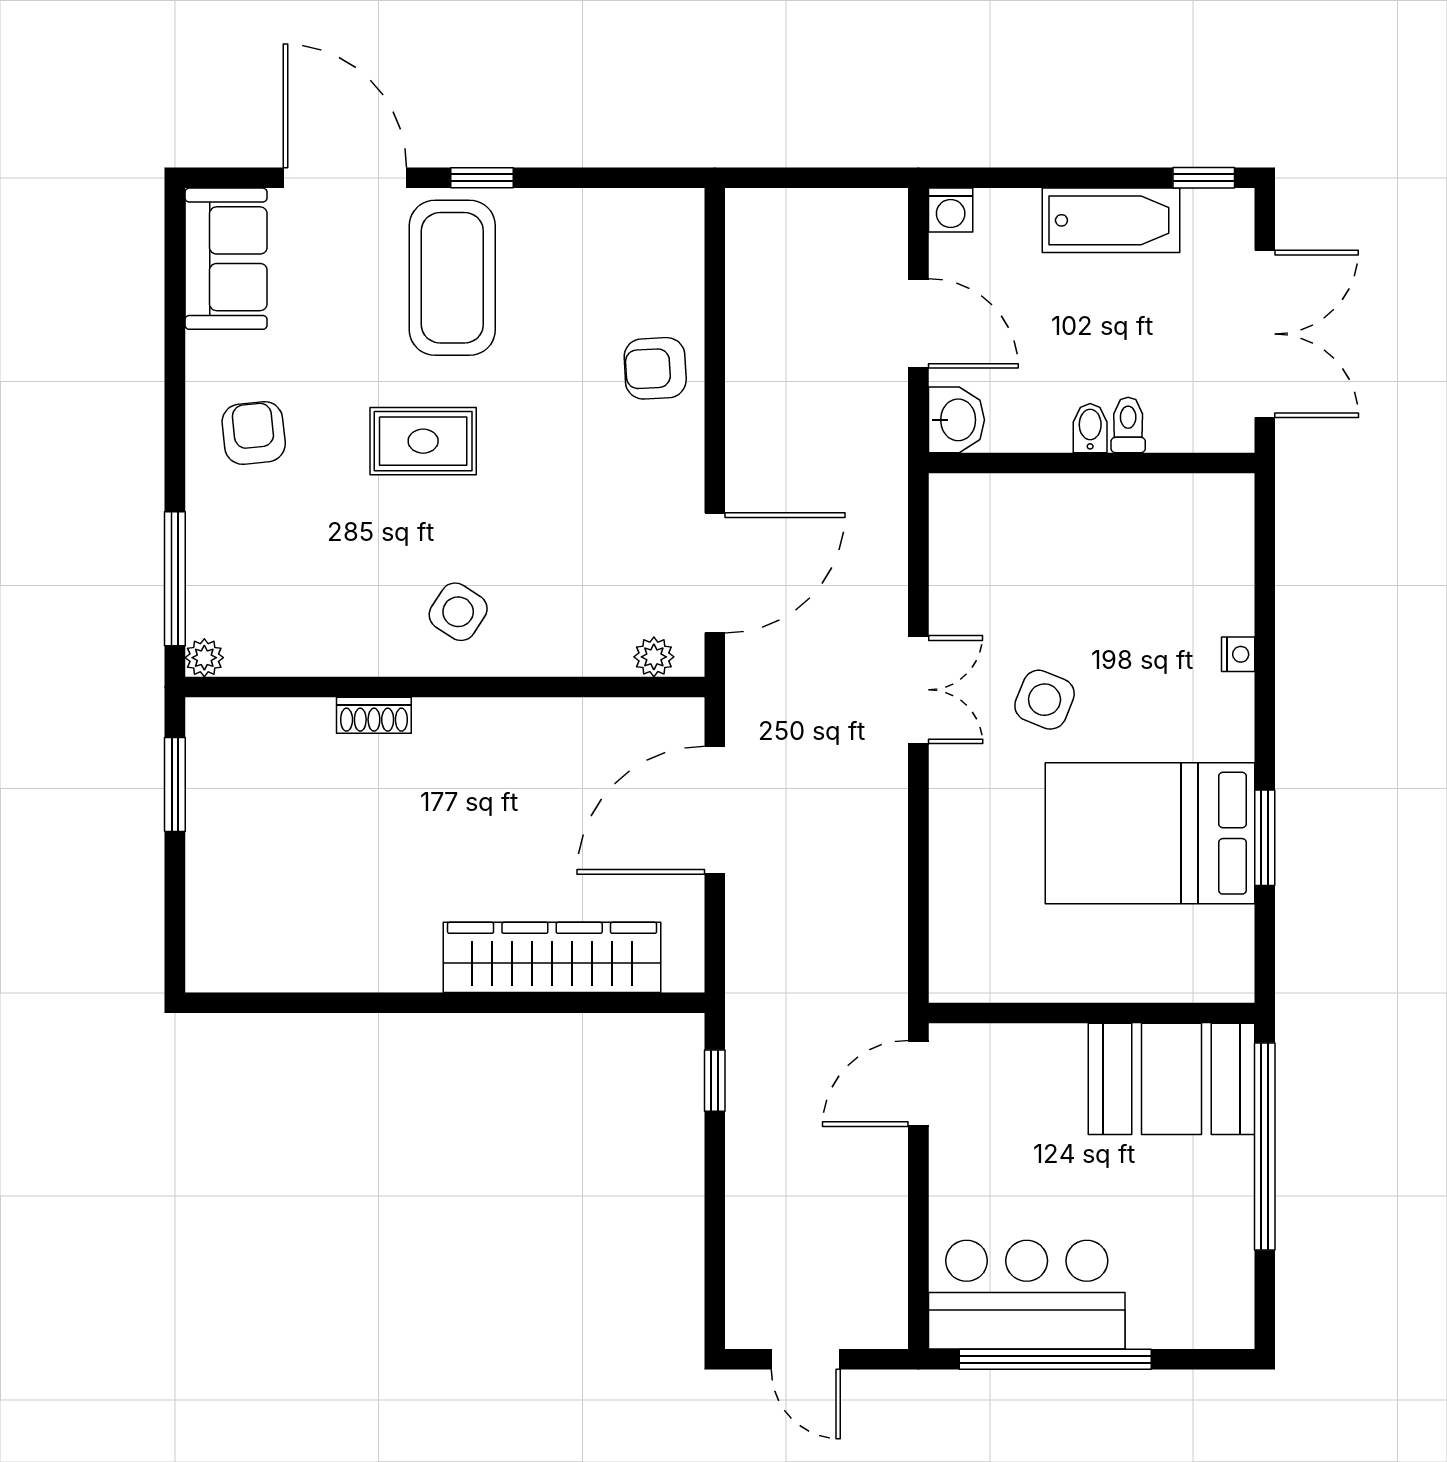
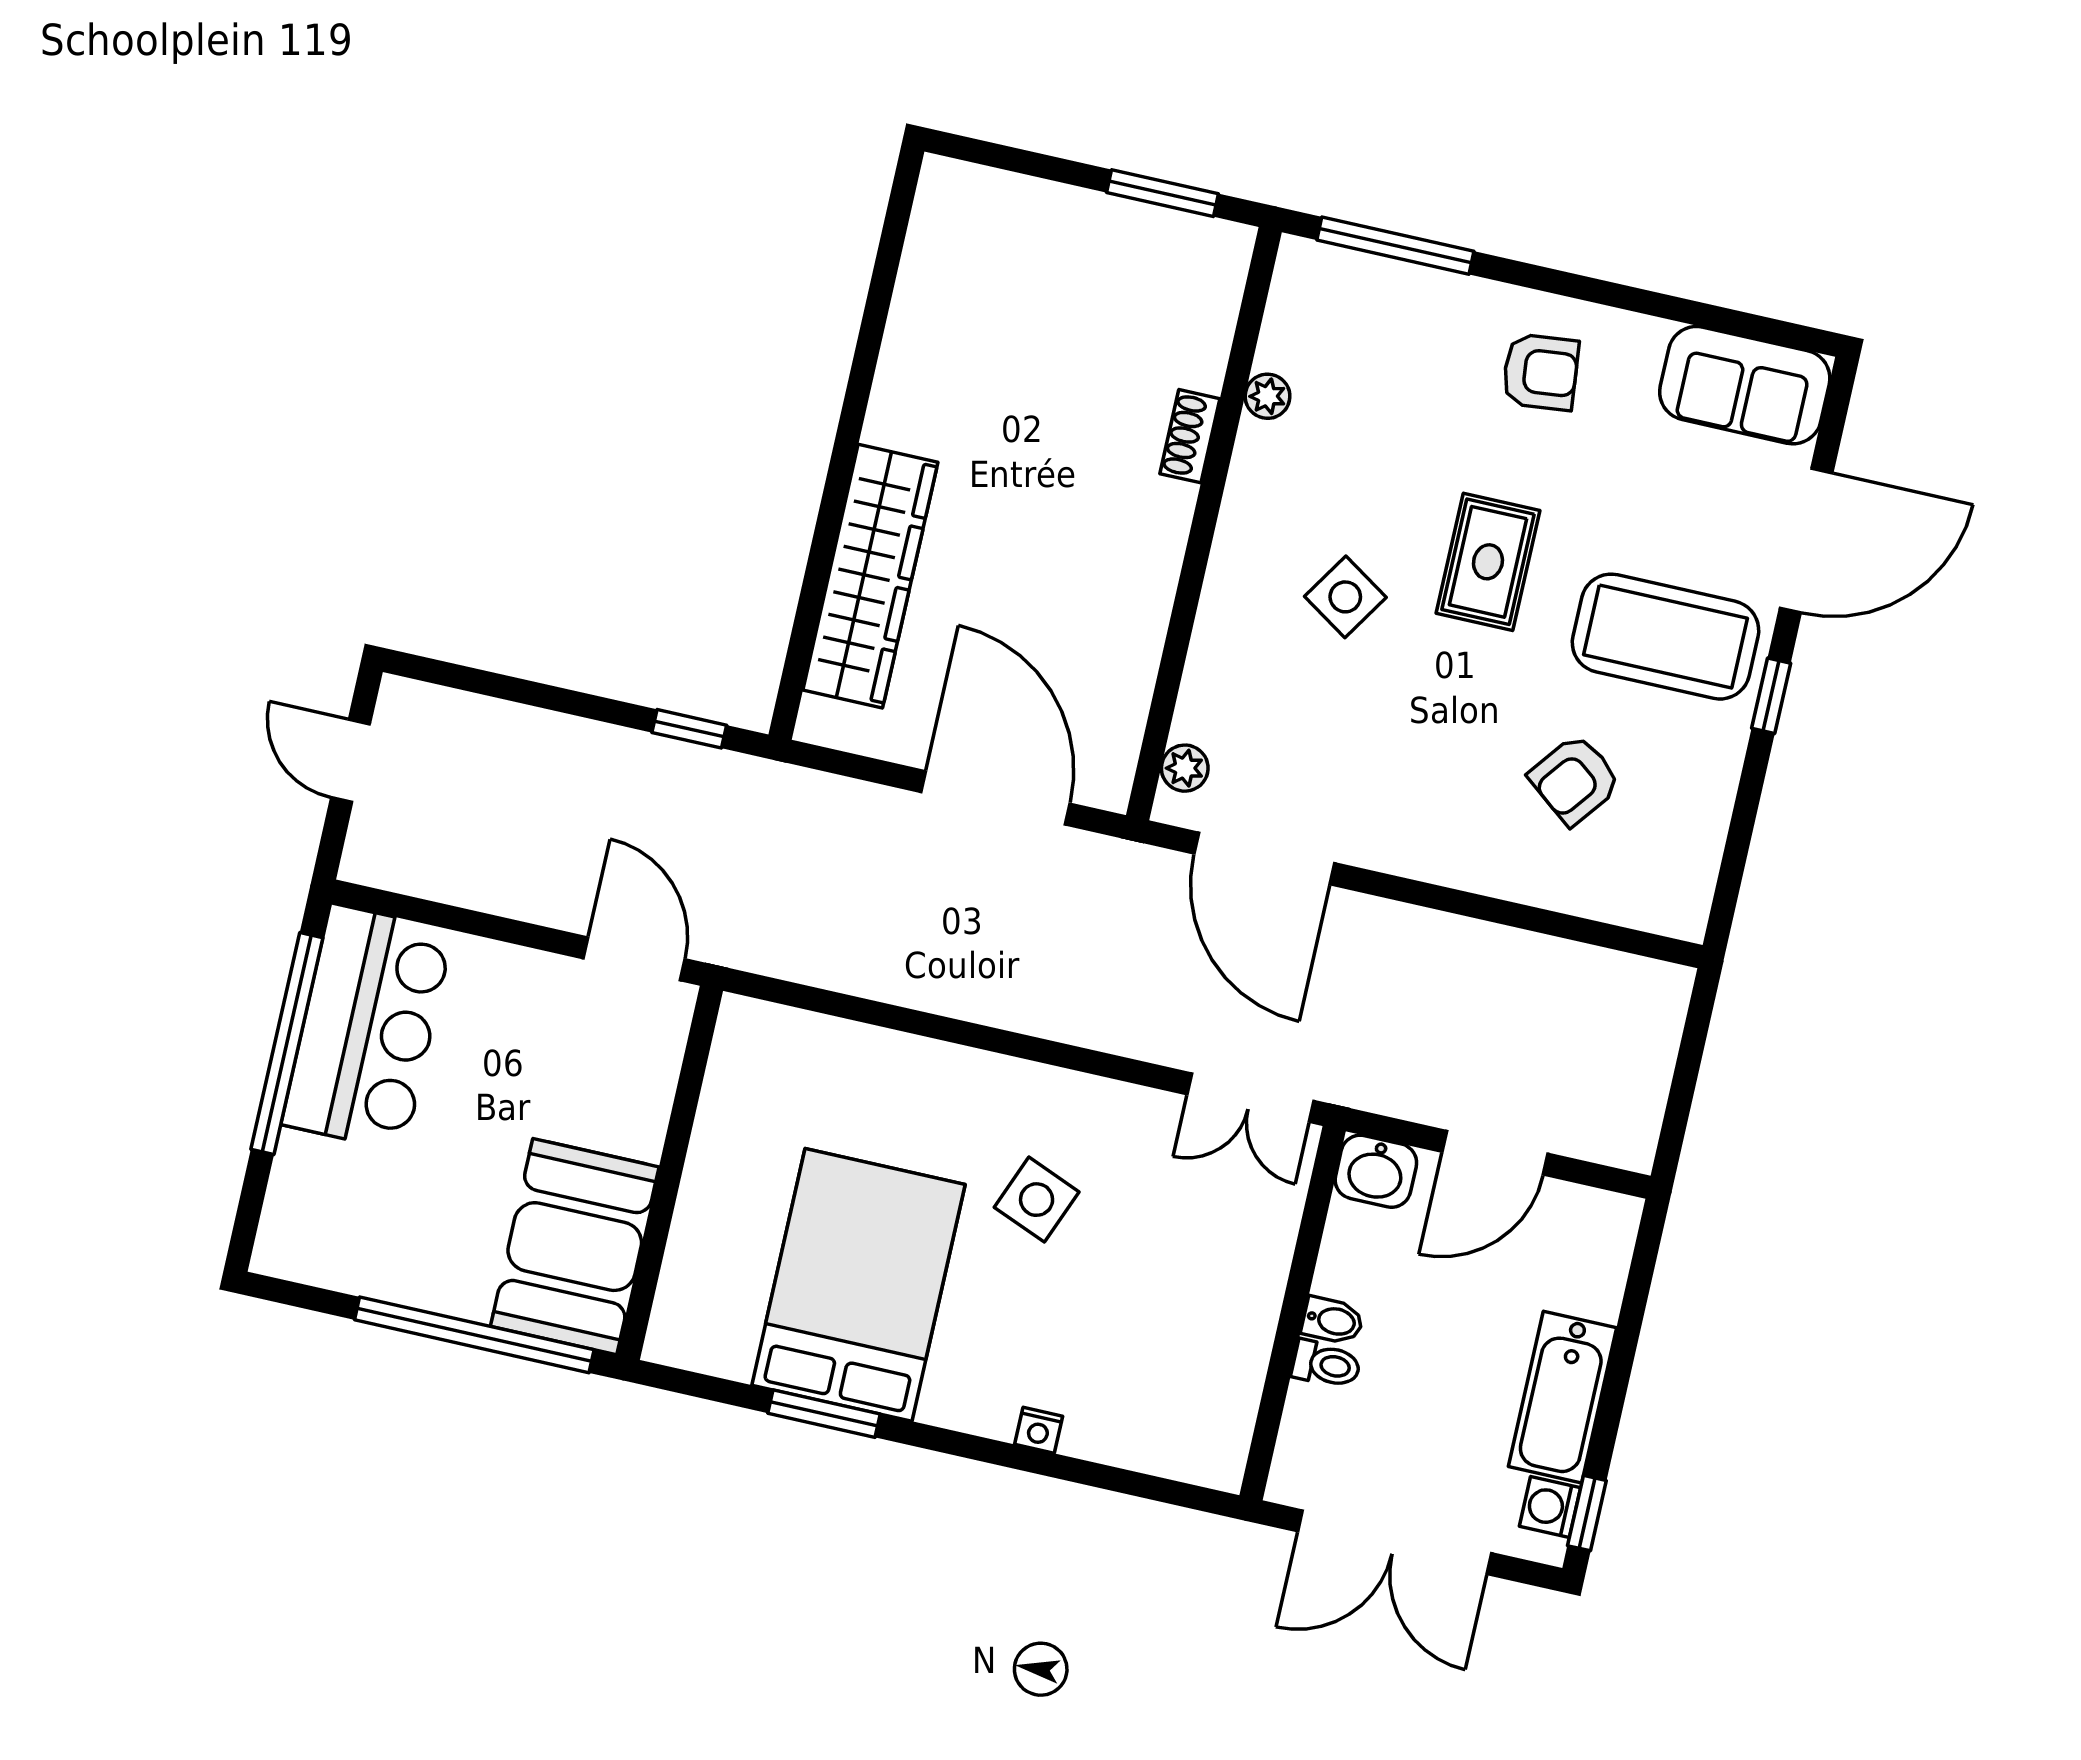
washing machine: (951, 210) -> (1550, 1507), moved
armchair: (655, 368) -> (1575, 780), moved, turned -139
side table: (458, 612) -> (1345, 597), moved
plant: (204, 658) -> (1268, 396), moved
double door: (918, 690) -> (1250, 1098), moved
door: (806, 1359) -> (351, 761), hinge flipped

